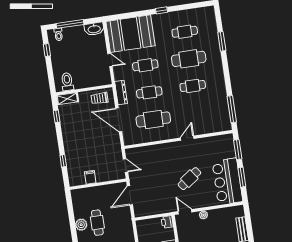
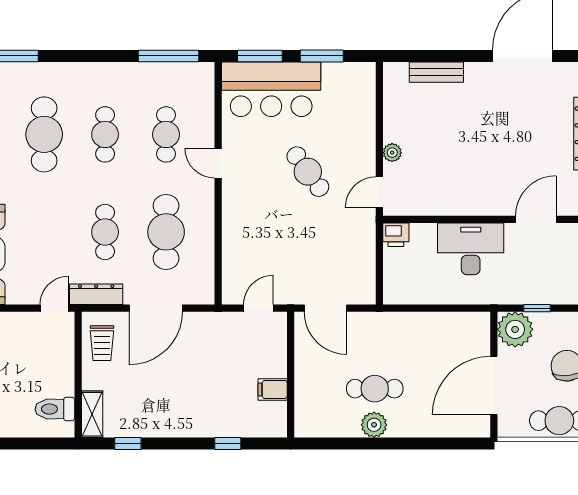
door: (110, 60) -> (54, 308), moved
cafe table: (145, 65) -> (166, 134), moved
bar counter: (227, 181) -> (271, 89), moved

